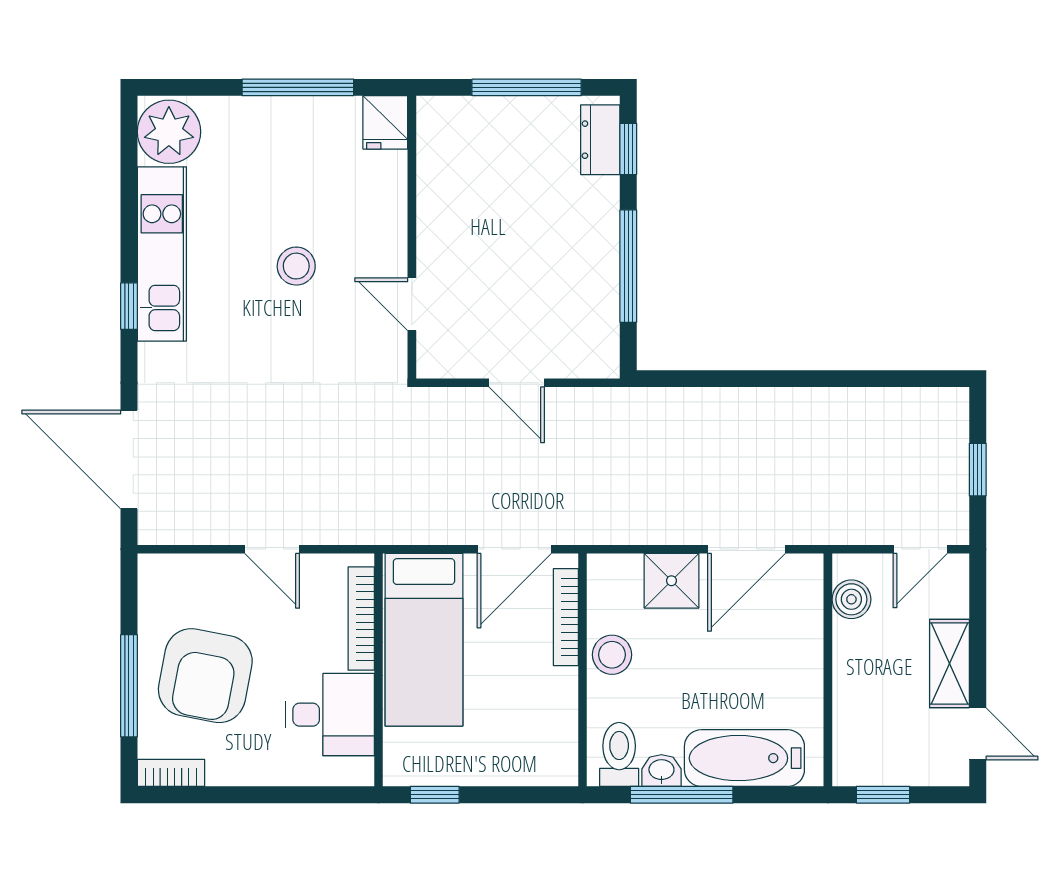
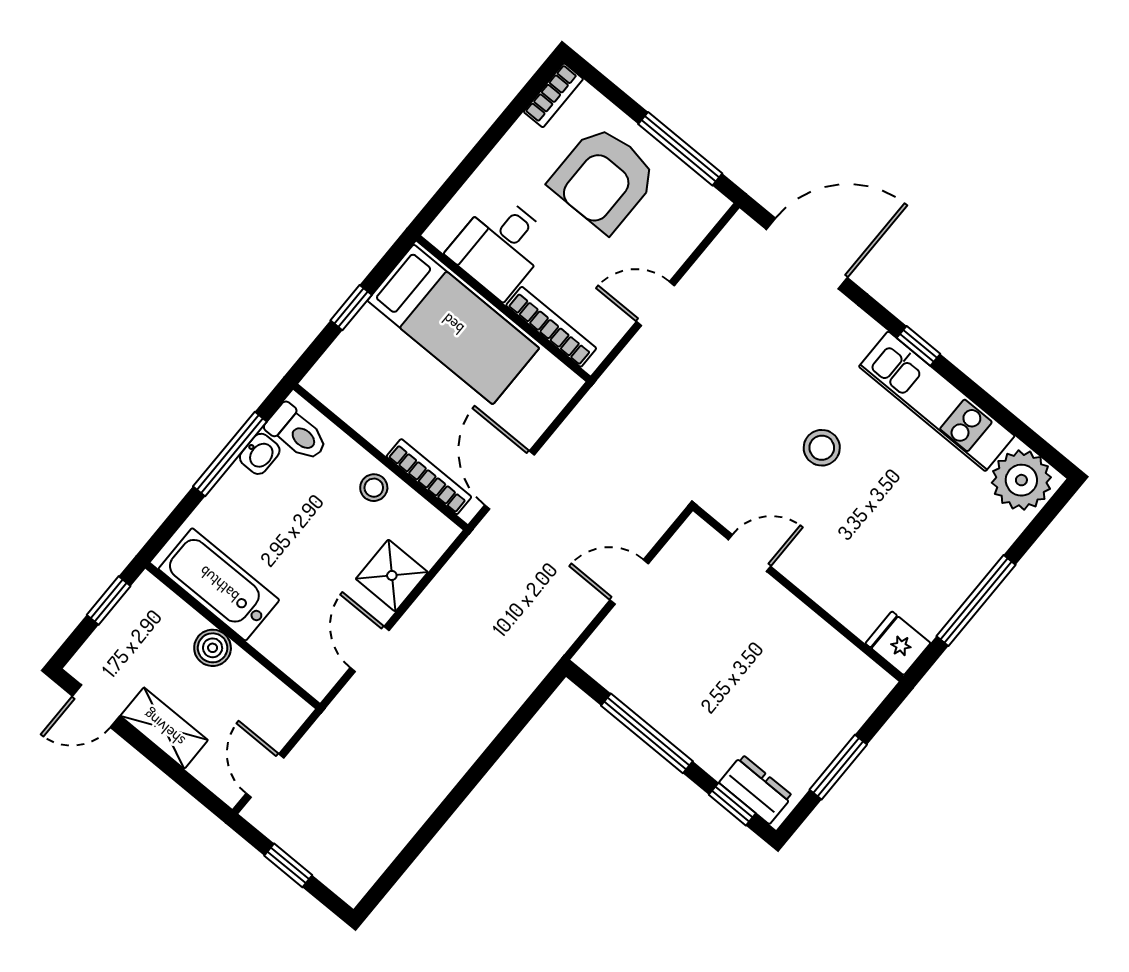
window: (527, 87) -> (838, 767), width x0.69
stool: (296, 266) -> (822, 448), moved
door: (746, 549) -> (370, 649), width x0.73
boiler: (851, 599) -> (213, 648), moved
bed: (424, 640) -> (453, 324), moved, turned 180
stool: (612, 655) -> (374, 488), width x0.73, depth x0.73
armchair: (205, 676) -> (604, 179), turned -101
window: (129, 686) -> (680, 149), moved
bathtub: (744, 758) -> (219, 584), moved, turned -90
window: (435, 795) -> (351, 308), moved

